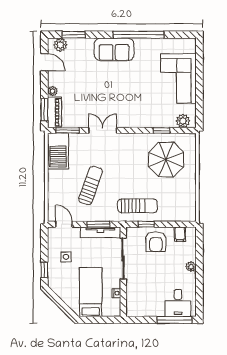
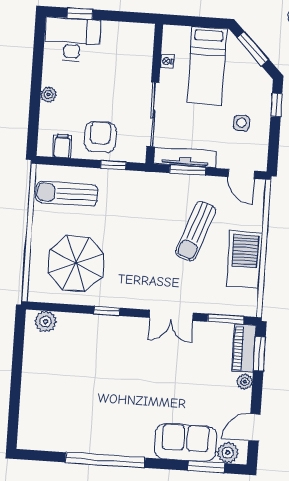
sofa: (114, 49) -> (185, 443), moved
door: (44, 62) -> (254, 427), hinge flipped
corner sofa: (178, 78) -> (48, 388), removed
window: (162, 130) -> (107, 311), moved
barbecue: (58, 151) -> (245, 259), moved
sun lounger: (137, 206) -> (67, 194), moved
desk: (178, 303) -> (72, 40), width x1.37
window: (62, 305) -> (253, 49), added
window: (174, 320) -> (80, 14), width x0.46

